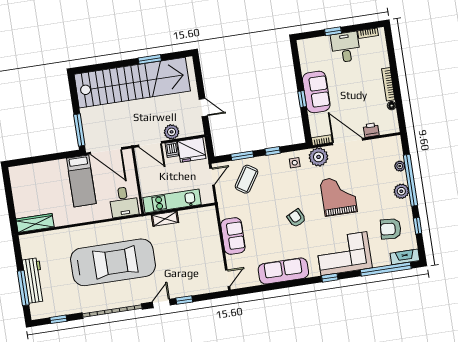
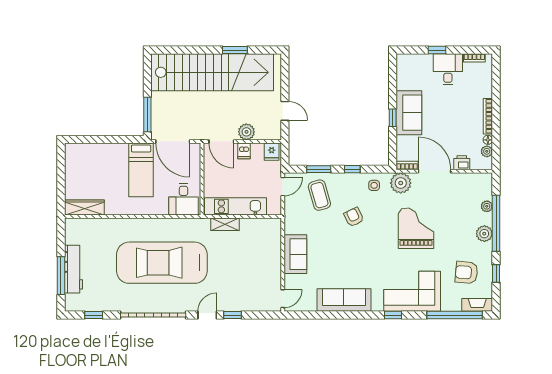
plant: (392, 116) -> (487, 151), added
fridge: (192, 150) -> (272, 152), width x0.53, depth x0.75
coffee table: (247, 179) -> (319, 195), turned -49
armchair: (296, 218) -> (354, 217), moved
car: (113, 262) -> (162, 263), turned 180

